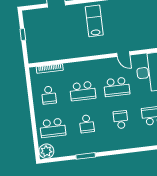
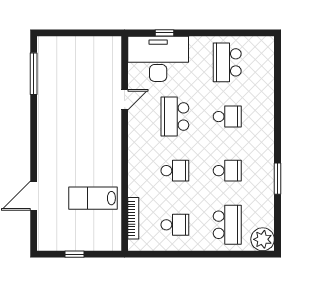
lab bench: (94, 21) -> (93, 198), moved
school desk: (117, 87) -> (175, 117), turned 180
school desk: (83, 91) -> (175, 171), width x0.54
school desk: (121, 120) -> (227, 117), turned 180

